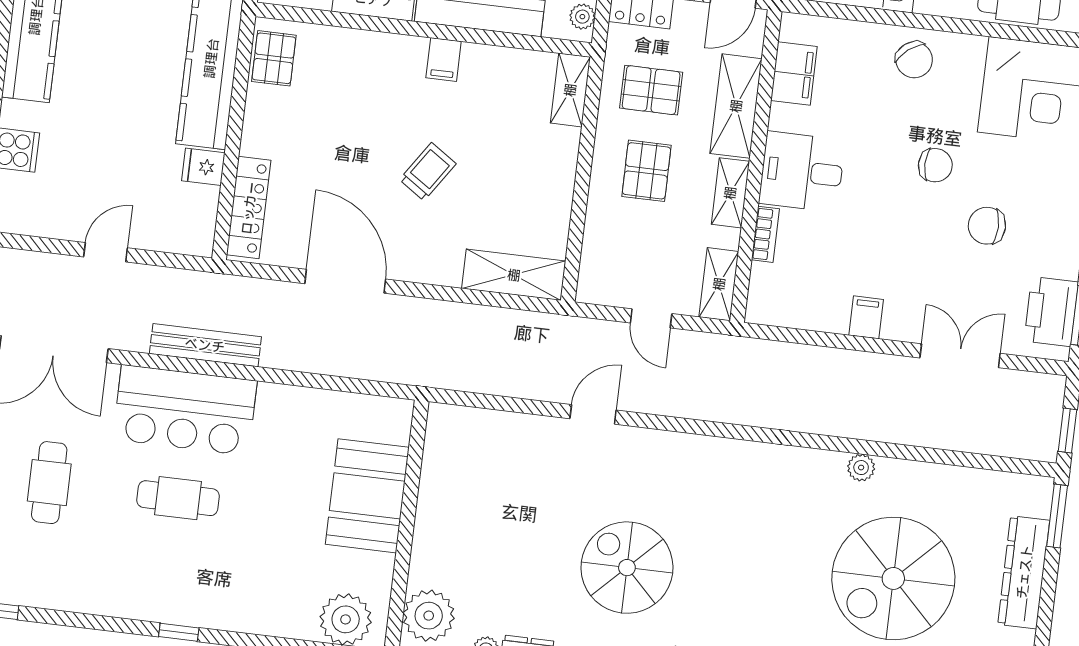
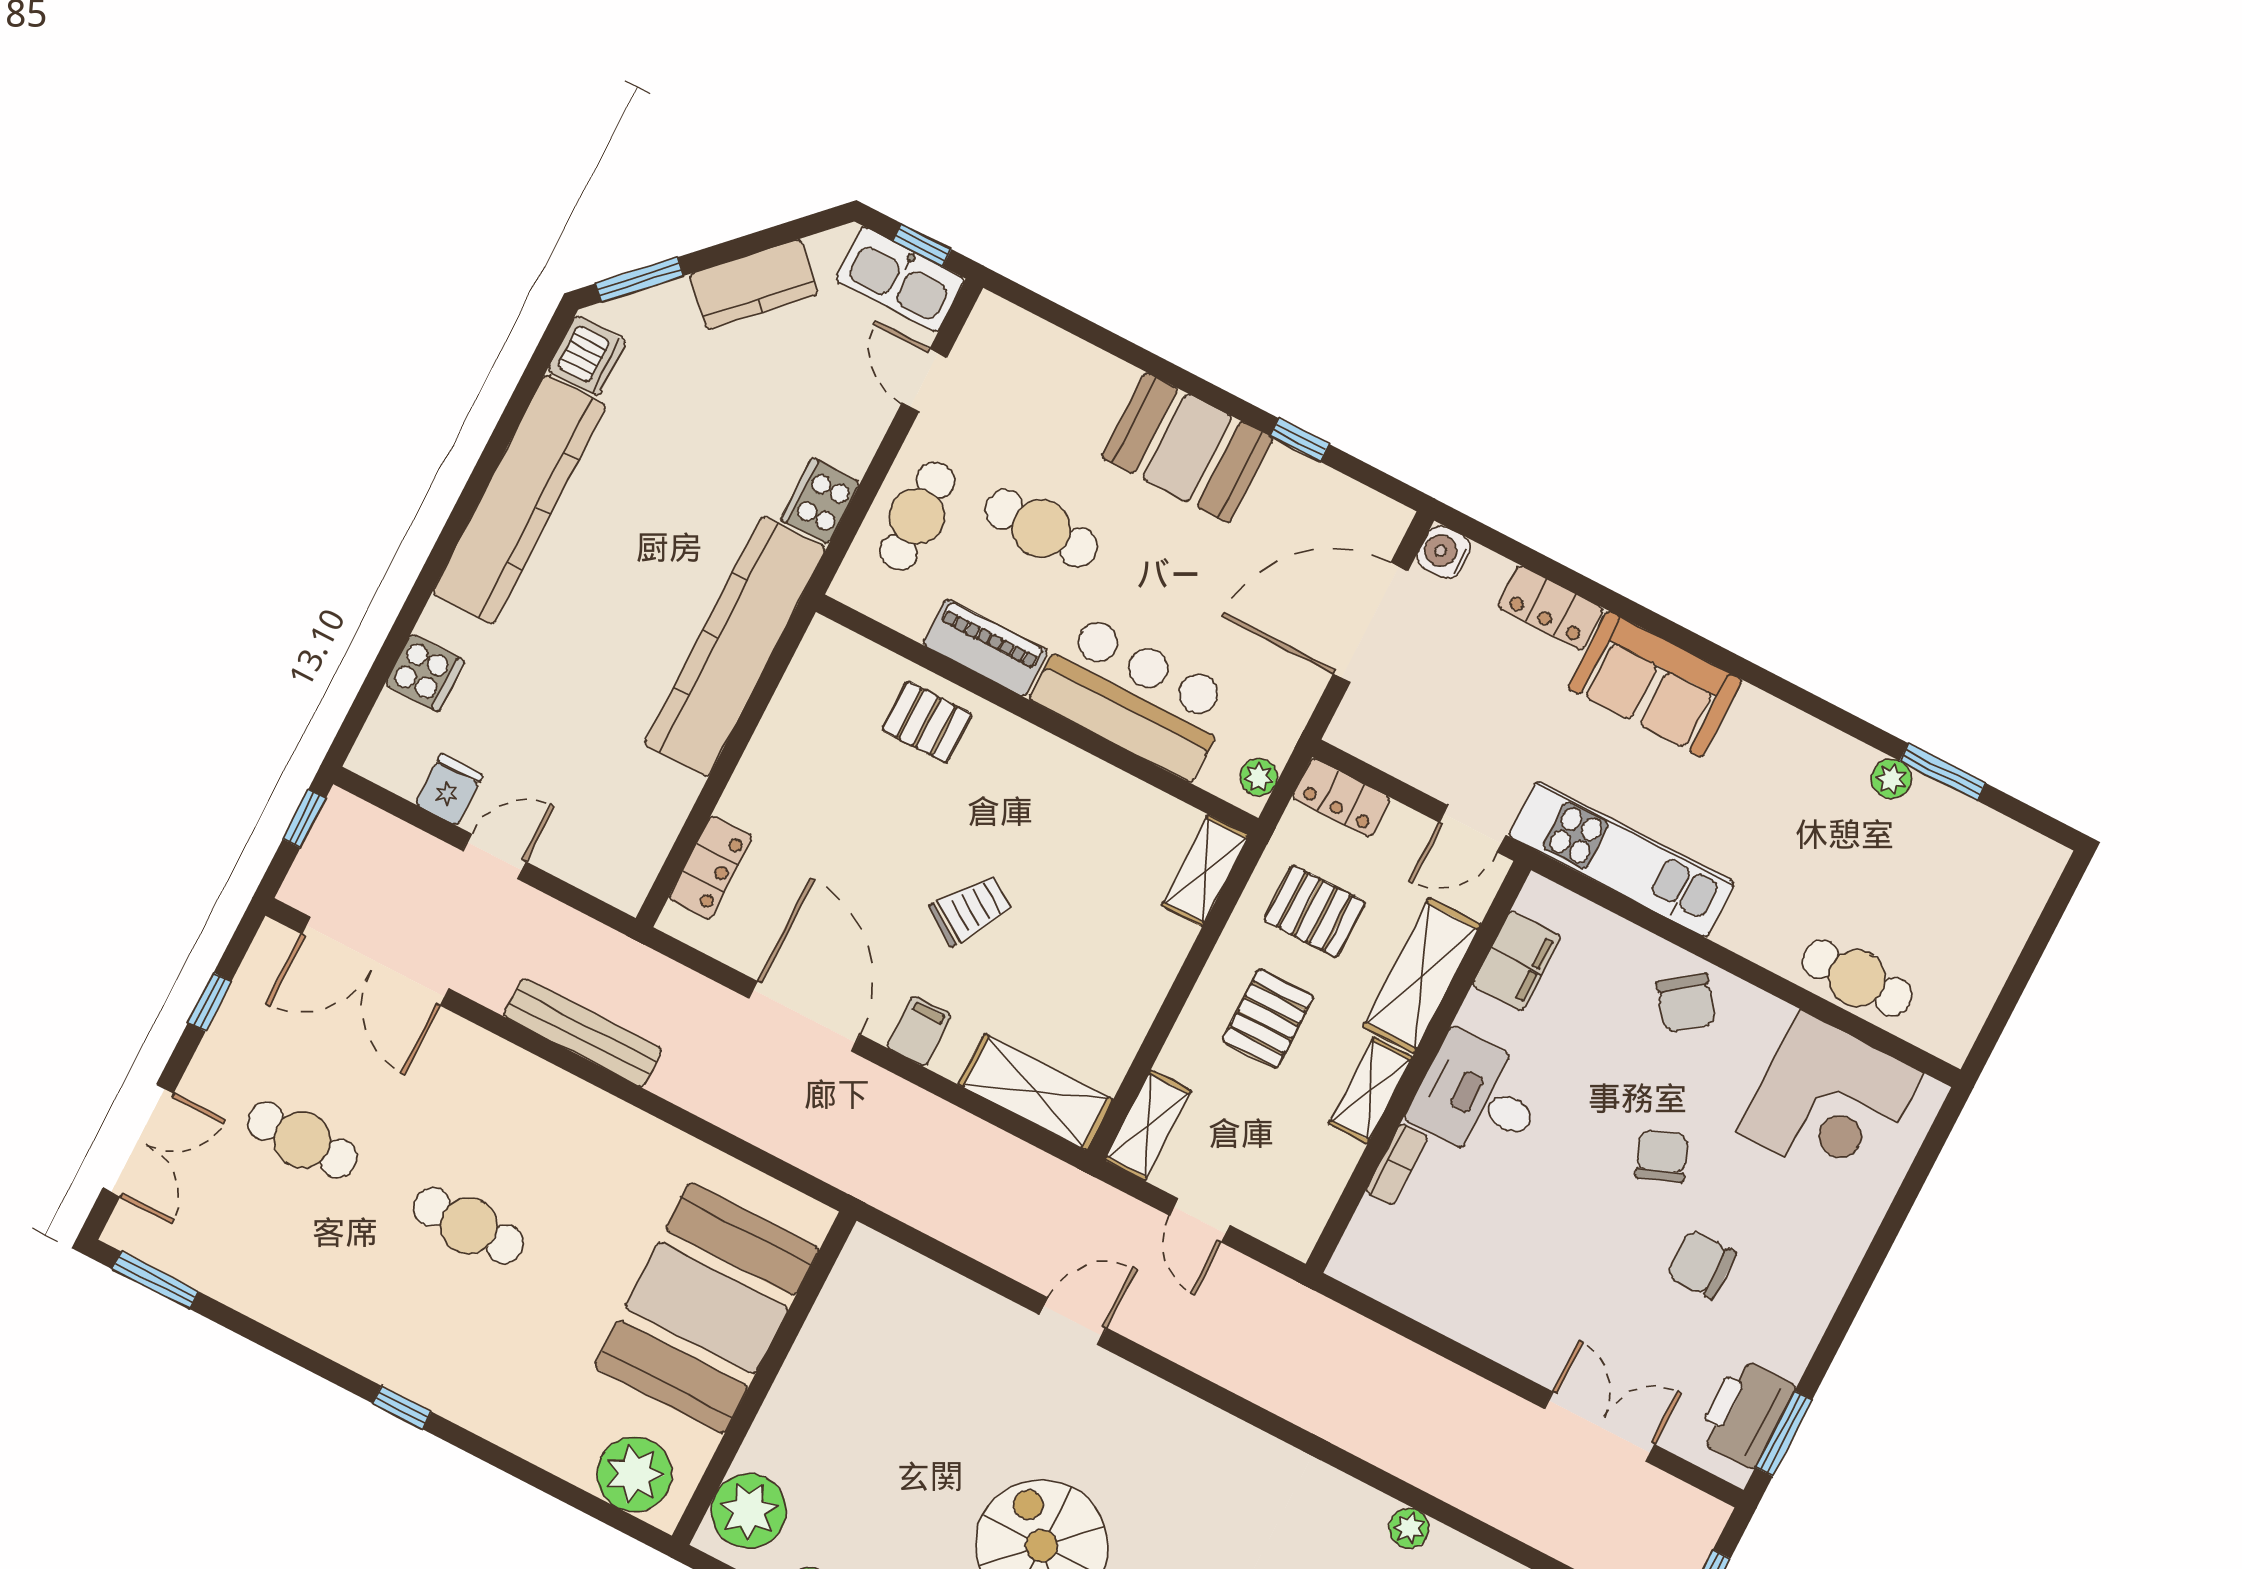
pallet: (274, 58) -> (927, 722), moved, turned 90
filing cabinet: (444, 59) -> (919, 1031), moved, turned 180
chair: (935, 165) -> (1662, 1156), turned -111
fridge: (203, 167) -> (449, 790), moved, turned 90
locker: (249, 208) -> (711, 868), width x0.66
shelving: (719, 284) -> (1148, 1125), moved
filing cabinet: (866, 317) -> (1492, 1327), removed
bar counter: (185, 410) -> (522, 1110), removed
cafe table: (49, 483) -> (302, 1140), turned 90
booth: (367, 496) -> (707, 1308), width x1.36, depth x1.42

